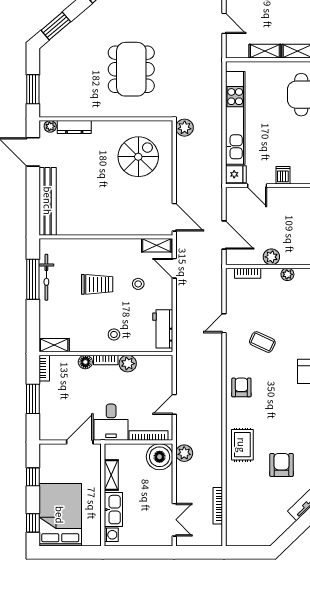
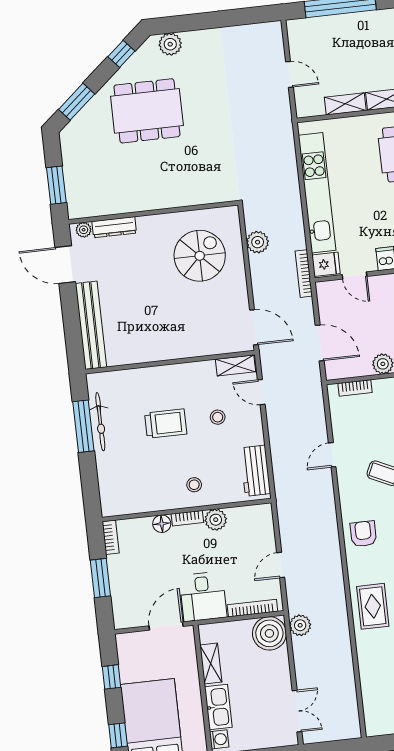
dining table: (131, 69) -> (147, 111), moved, turned 90
plant: (185, 128) -> (258, 242), moved
shelving: (54, 345) -> (120, 507), removed
bookcase: (218, 506) -> (304, 274), moved

